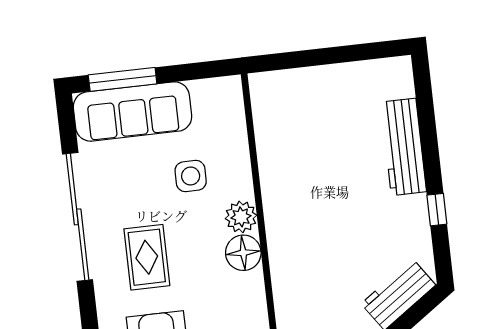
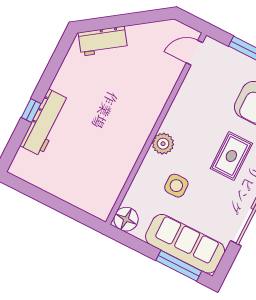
window: (437, 210) -> (31, 111), moved
floor lamp: (243, 253) -> (126, 219), moved

